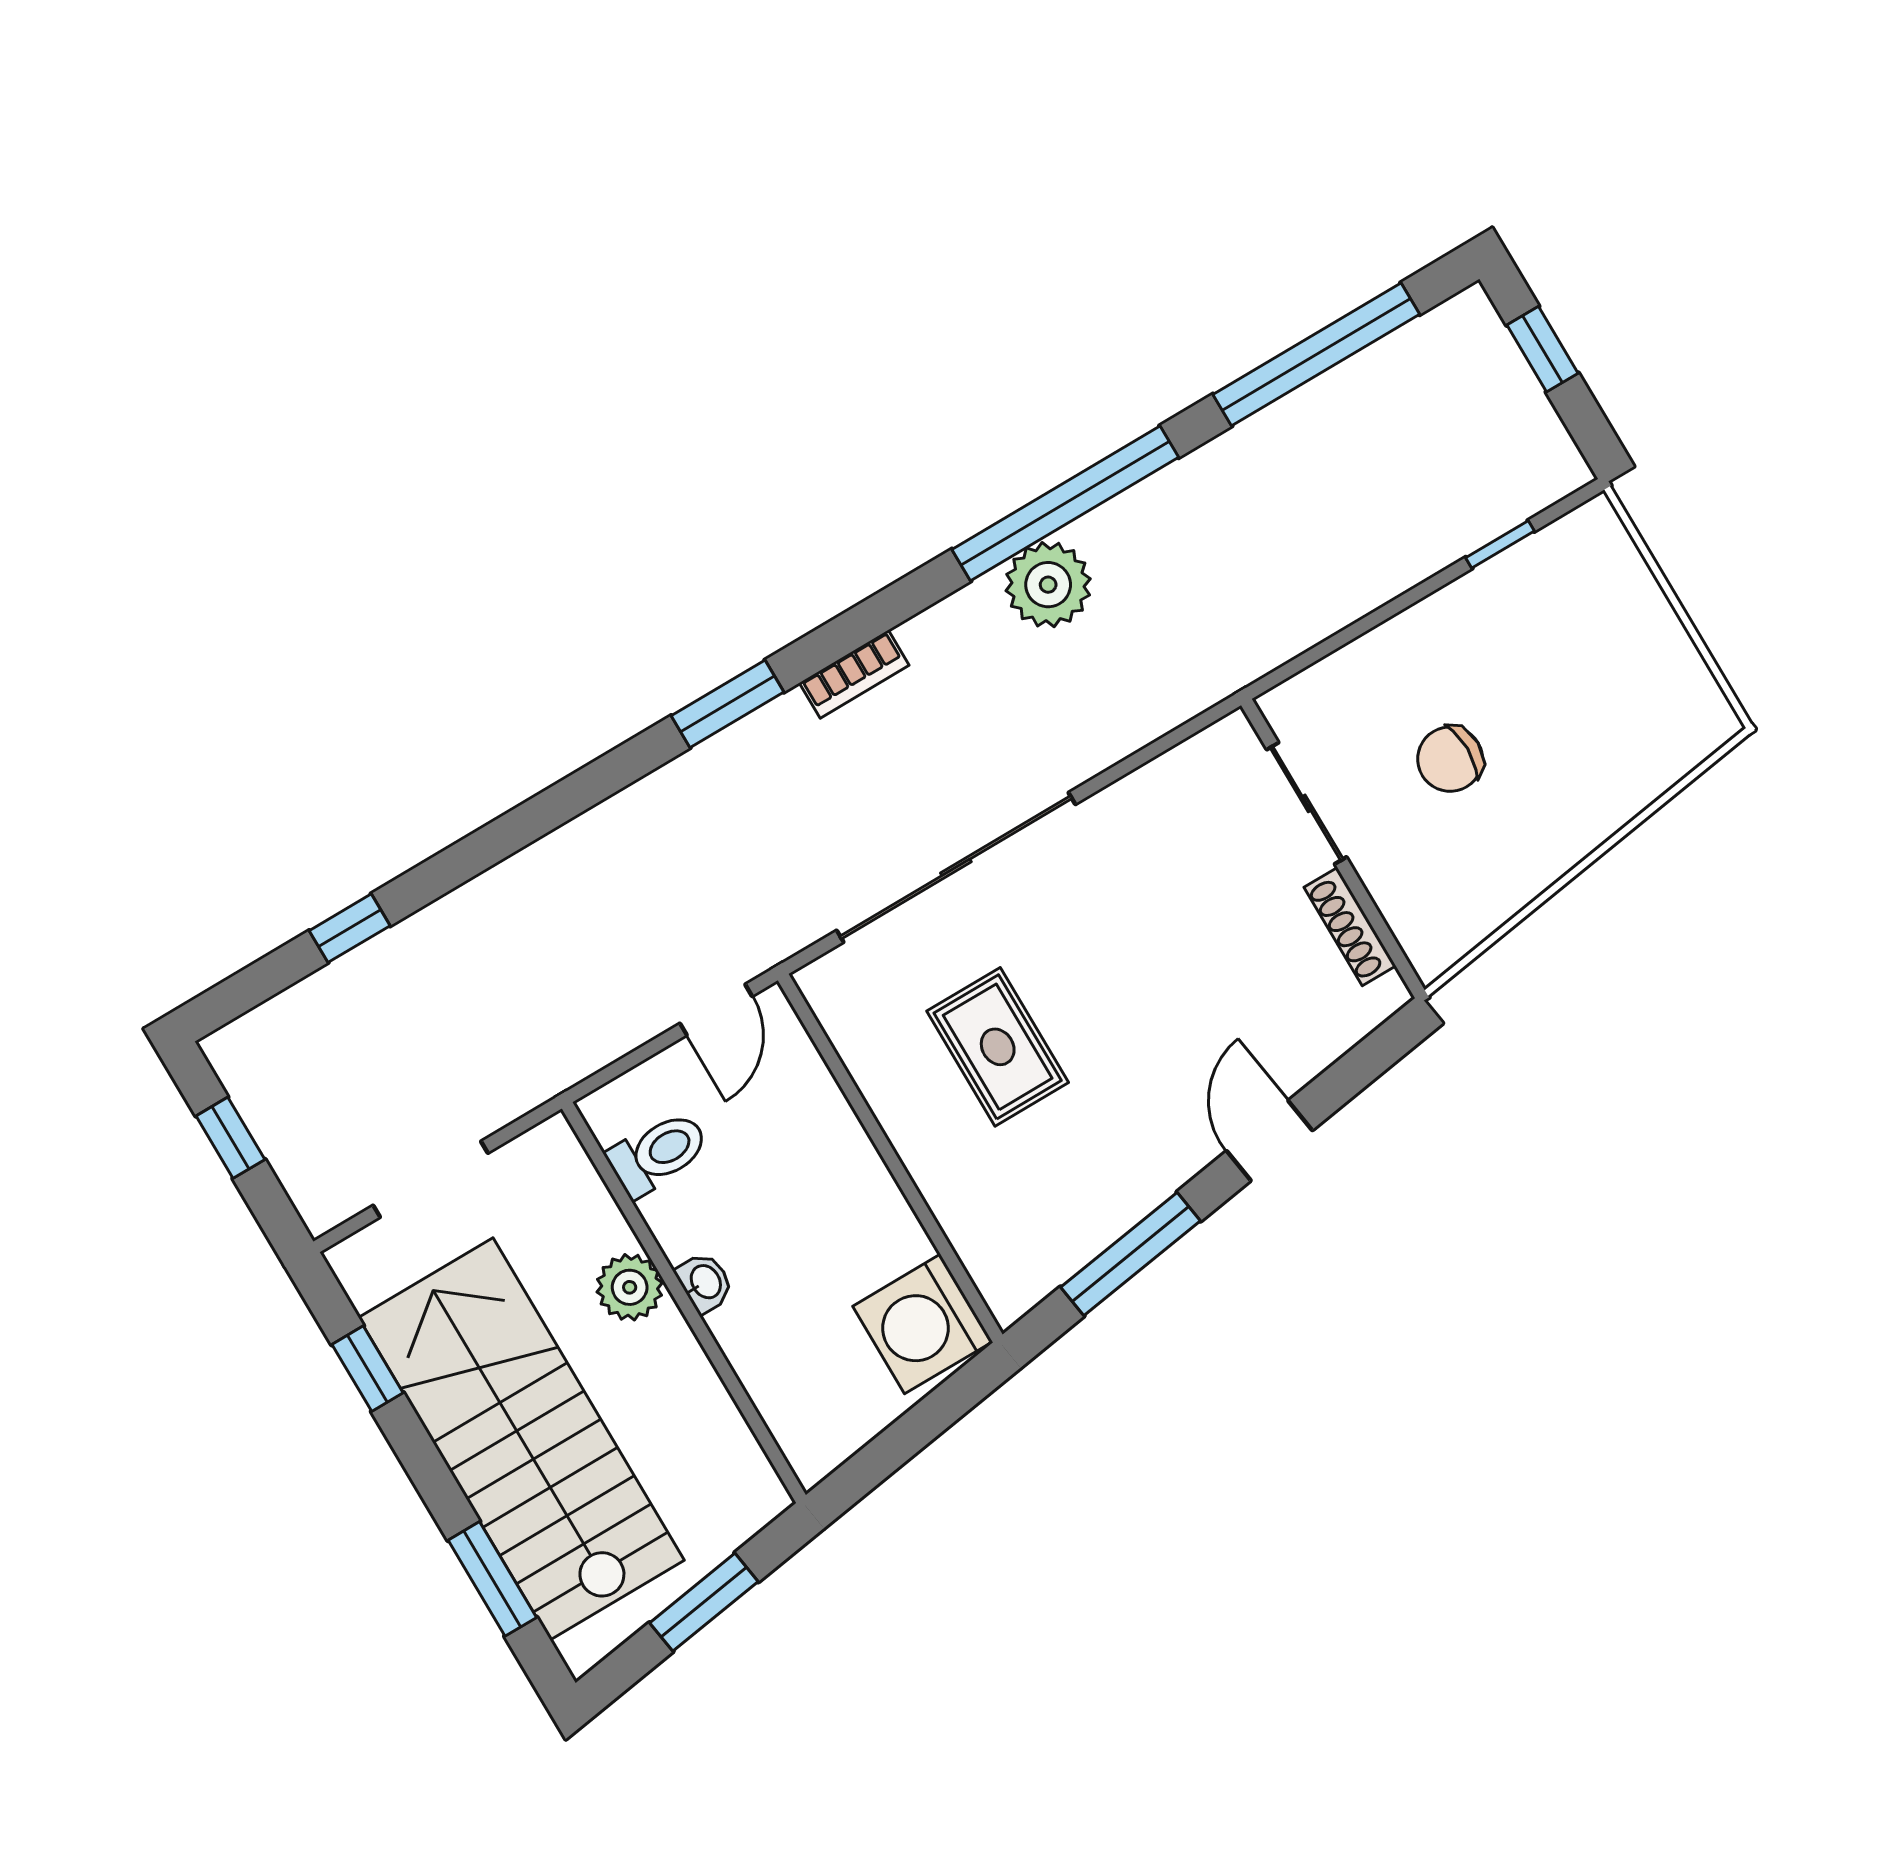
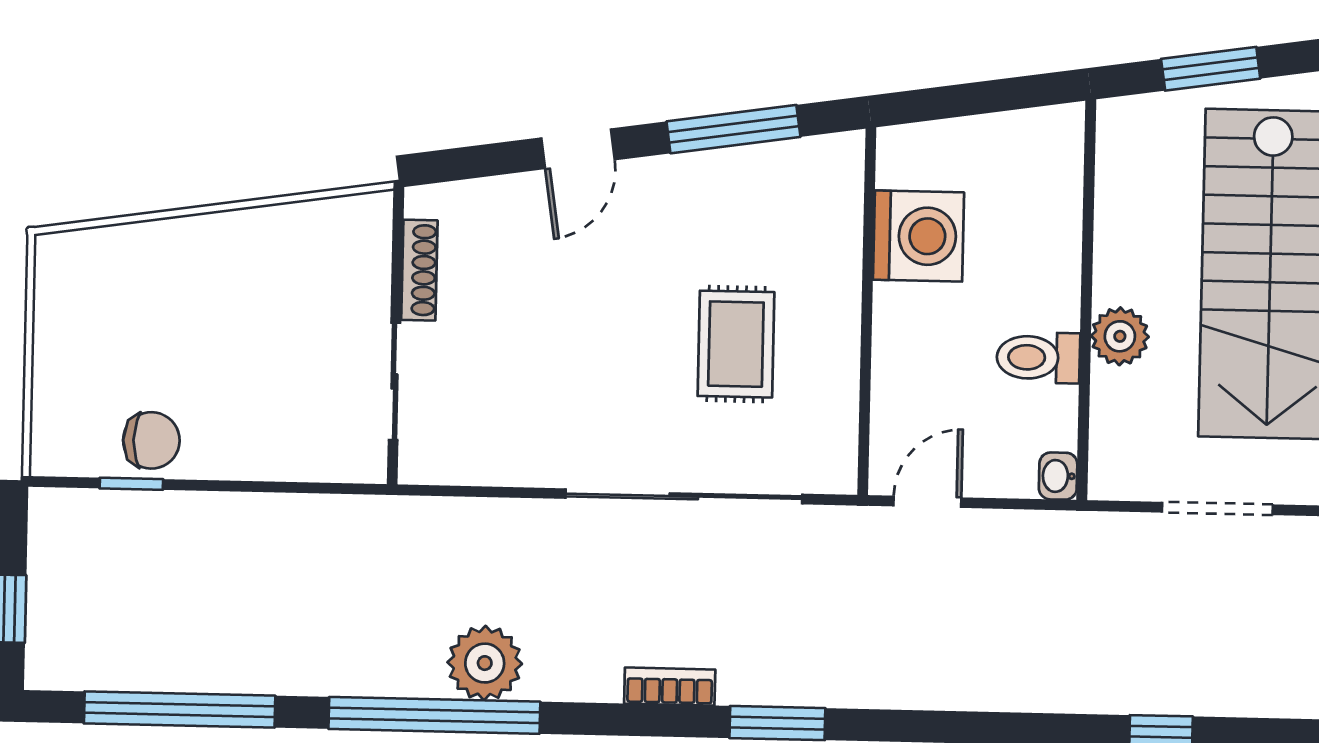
chair: (1450, 759) -> (151, 440), moved
toilet: (658, 1153) -> (1038, 358), moved
washbasin: (705, 1282) -> (1058, 476), moved
washing machine: (923, 1324) -> (918, 236), moved

